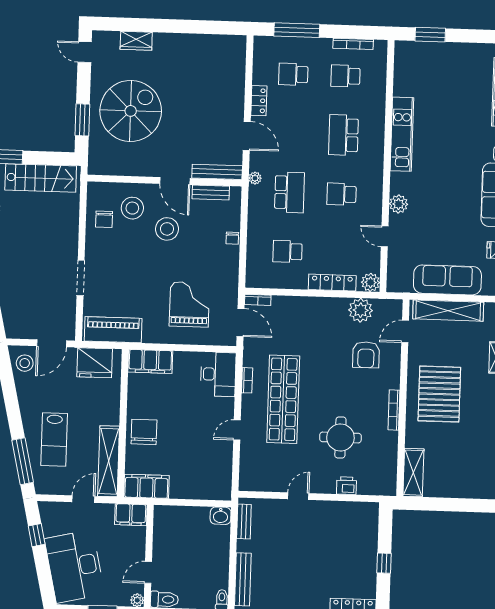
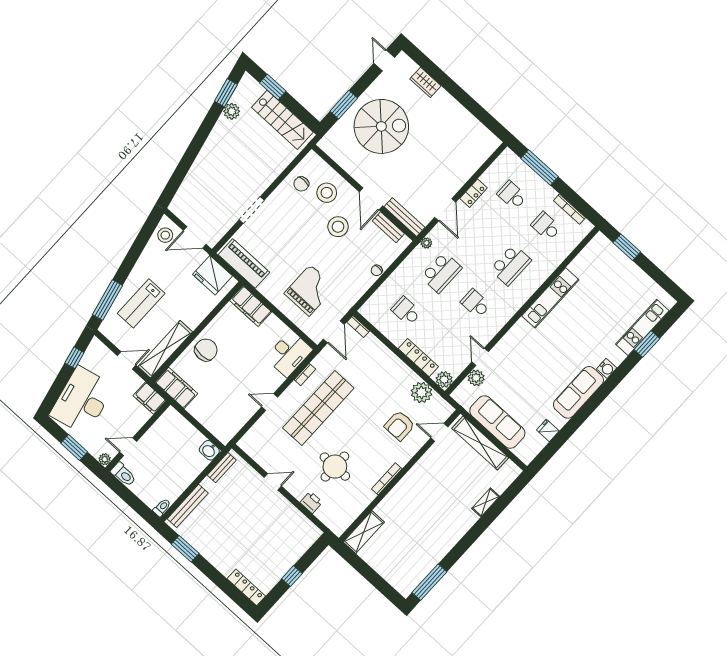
school desk: (343, 135) -> (511, 265), turned 180
plant: (399, 204) -> (476, 378), moved
pallet: (439, 394) -> (426, 494), removed

